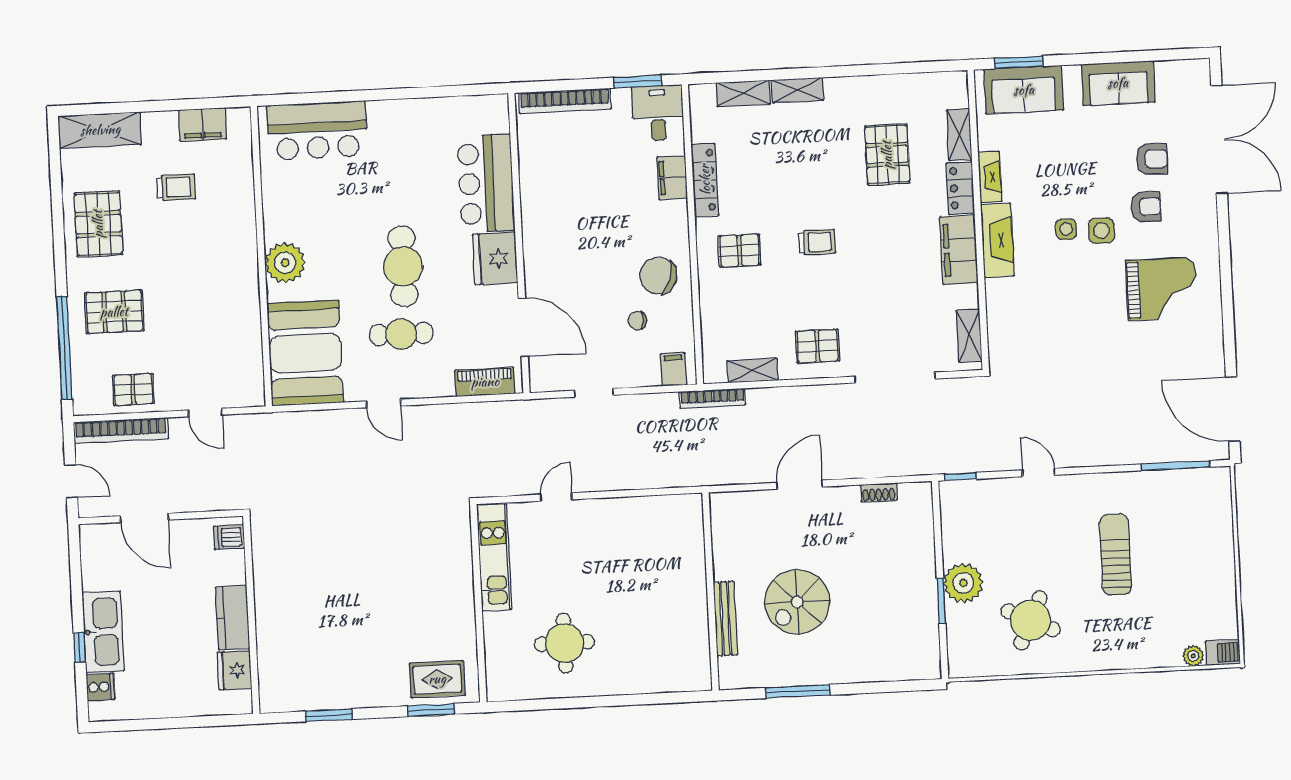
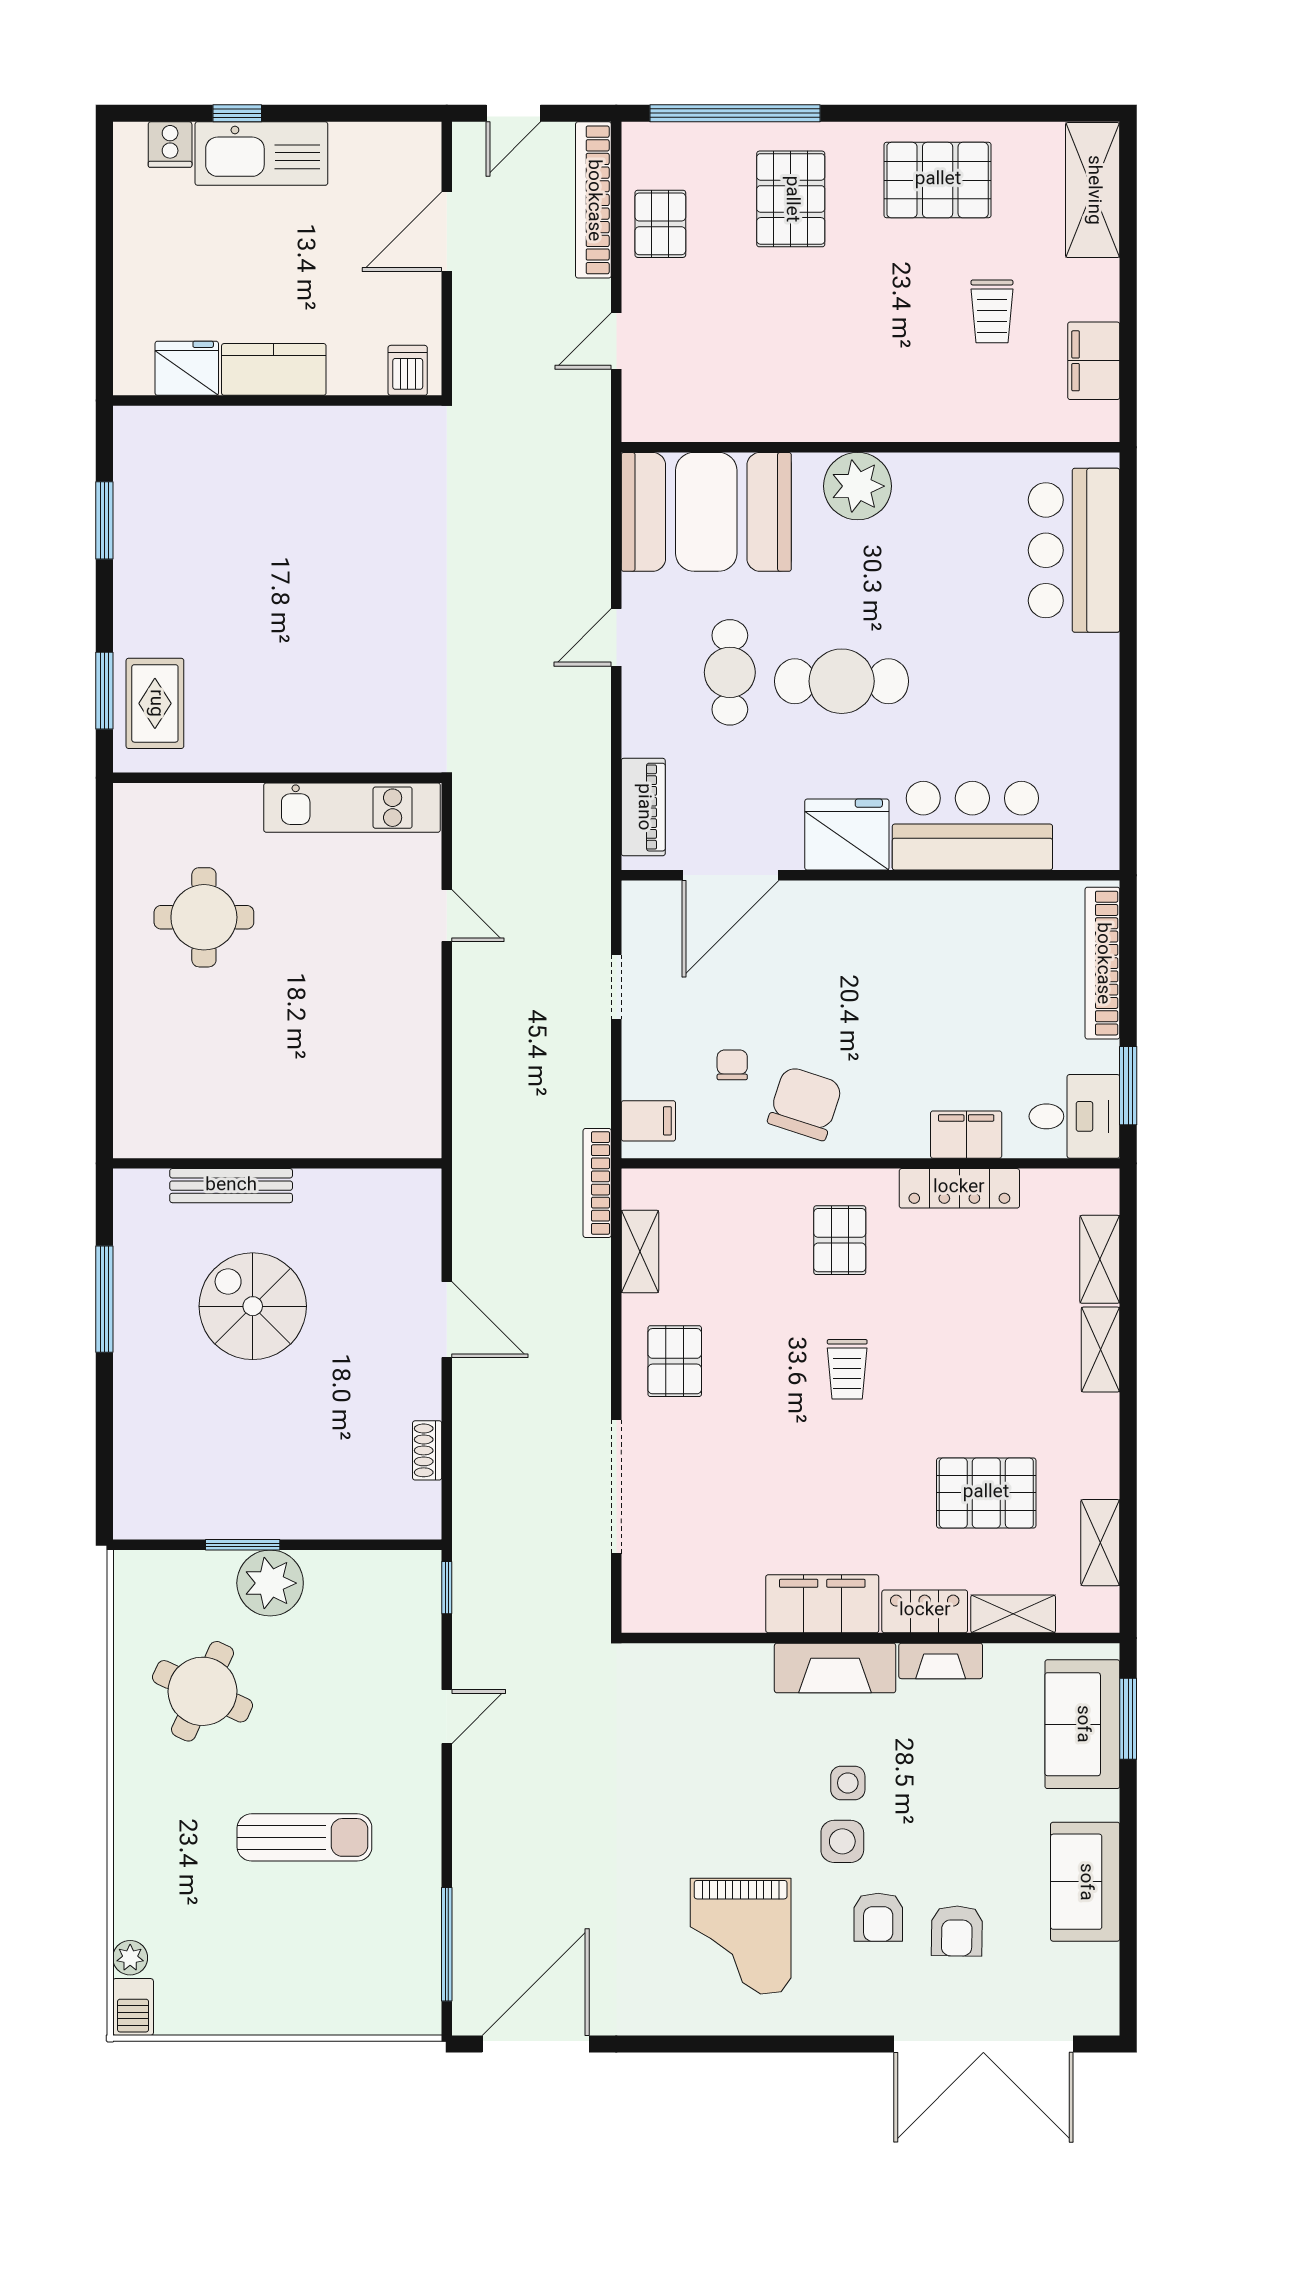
shelving: (969, 336) -> (1100, 1543), moved, turned 90

